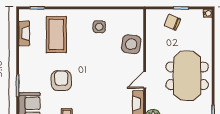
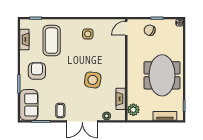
side table: (131, 44) -> (93, 80), moved
door: (145, 80) -> (126, 28), moved
armchair: (61, 81) -> (37, 71), moved

